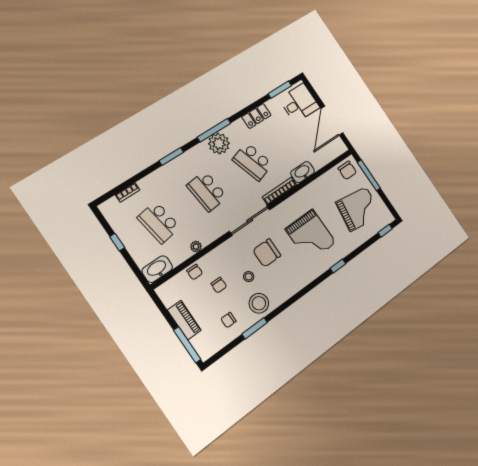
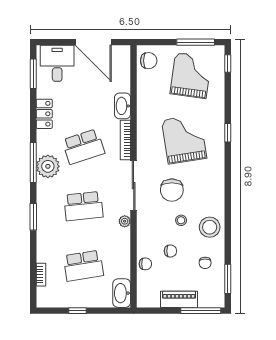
window: (369, 175) -> (196, 42), moved
grand piano: (311, 236) -> (184, 139), turned -98
plant: (196, 247) -> (125, 221), moved
window: (255, 328) -> (228, 279), moved

